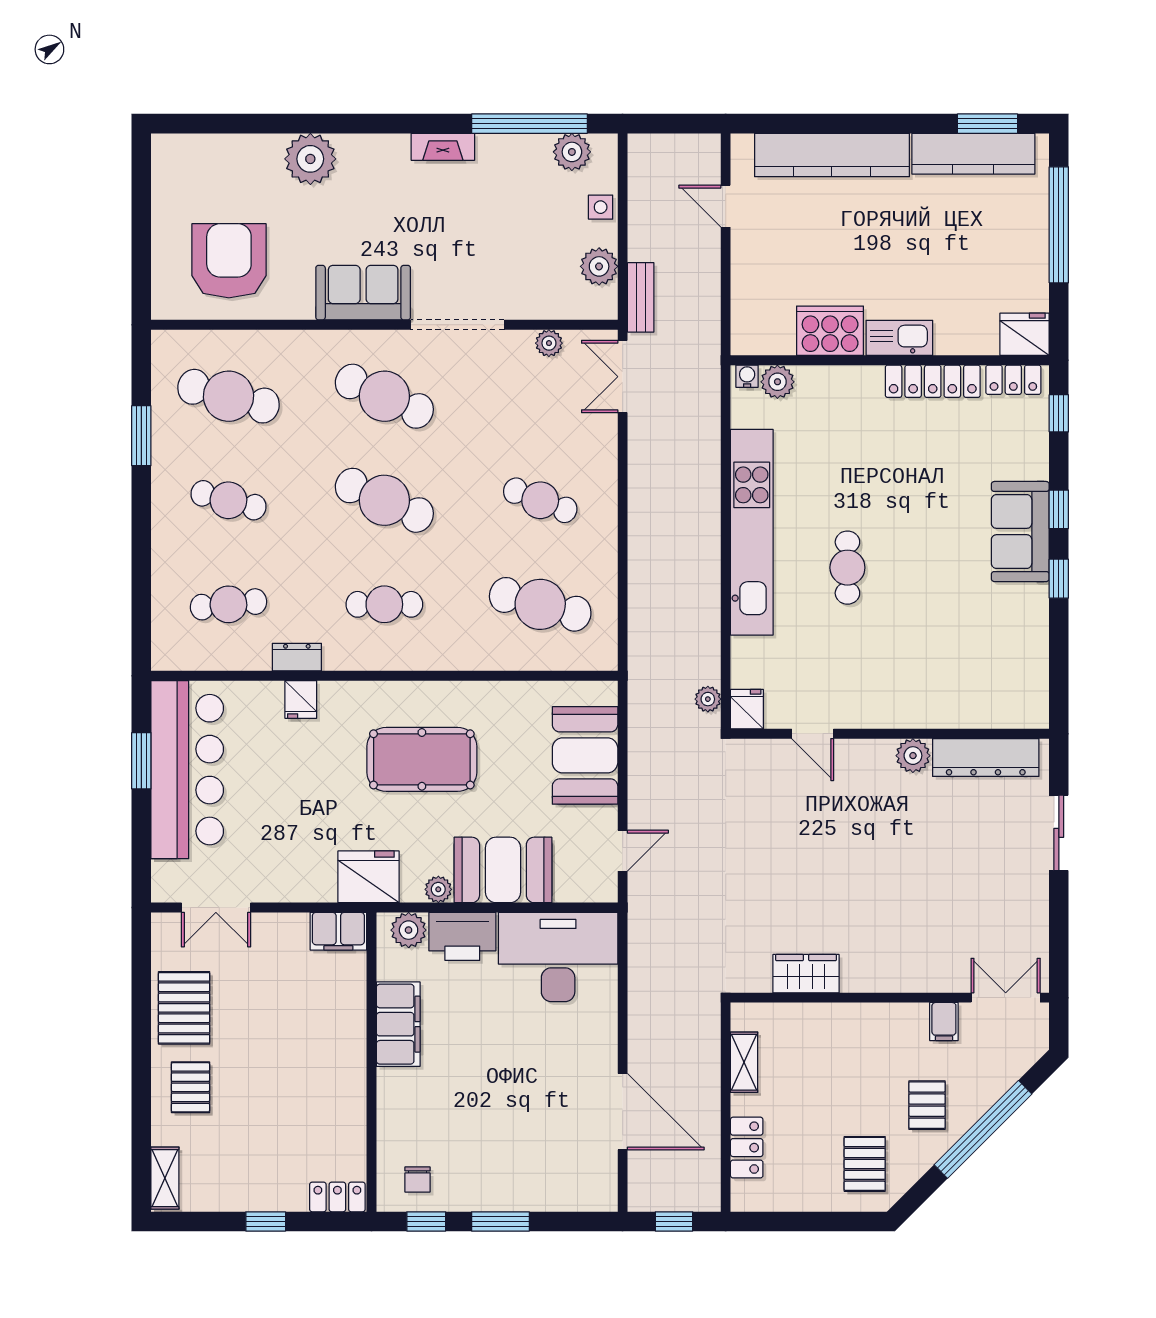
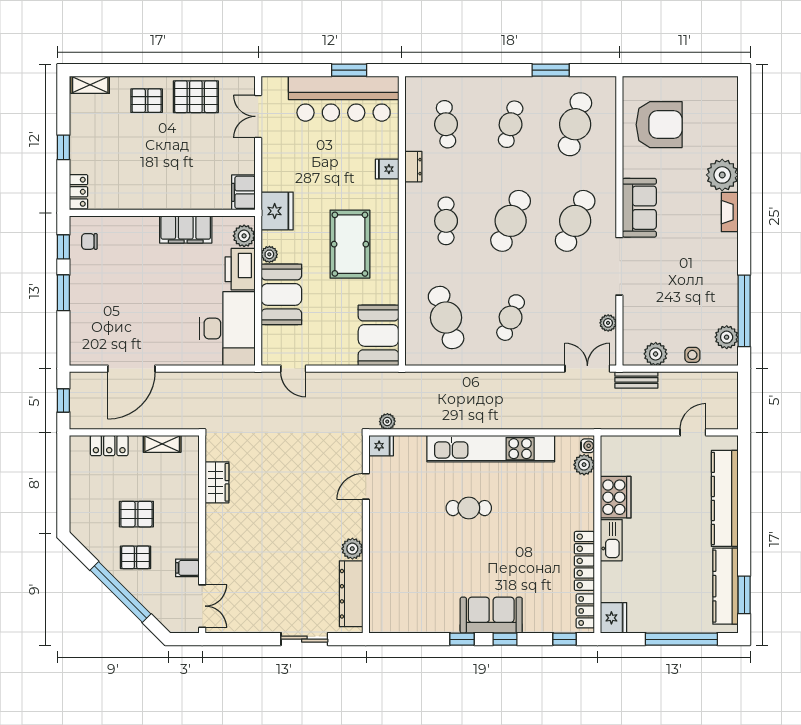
fireplace: (443, 147) -> (730, 212), moved
cafe table: (540, 604) -> (446, 318), turned -33
booth: (585, 755) -> (378, 335), moved, turned 90
pallet: (865, 1164) -> (136, 514), moved

